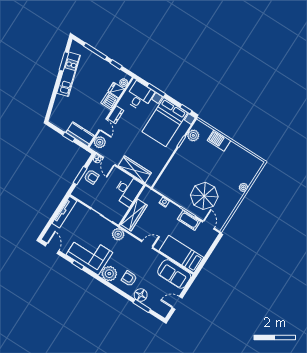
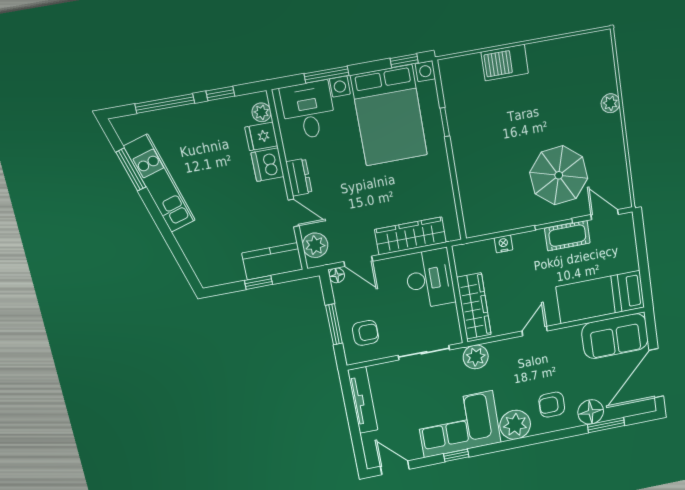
plant: (193, 135) -> (455, 94), removed
armchair: (91, 177) -> (365, 333), moved
door: (177, 303) -> (656, 373), width x1.87

